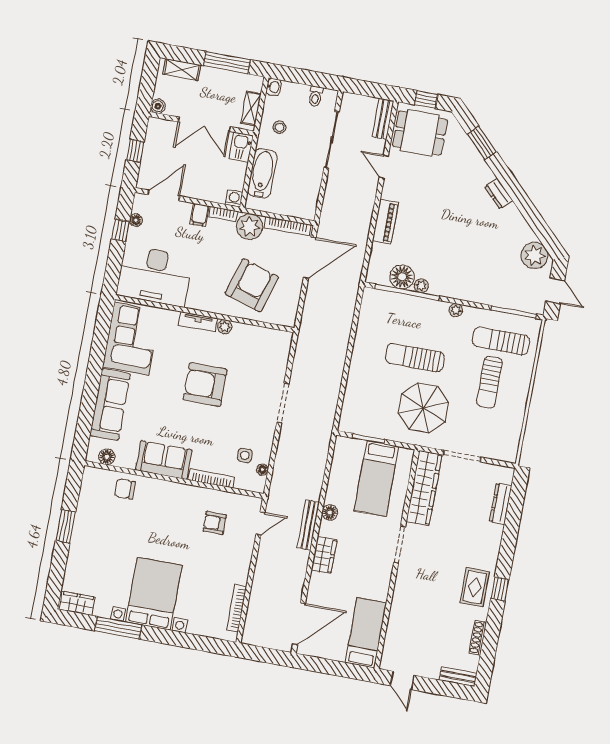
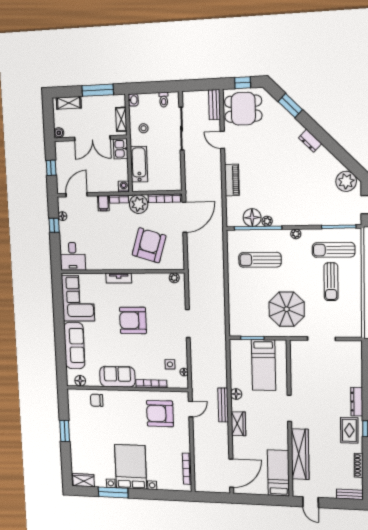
desk: (154, 276) -> (73, 256), width x0.53, depth x0.77
plant: (225, 327) -> (174, 278), moved
sun lounger: (415, 358) -> (260, 260), moved
wardrobe: (424, 488) -> (300, 454), moved
dresser: (501, 504) -> (357, 402), moved
armchair: (215, 523) -> (160, 414), width x1.88, depth x1.88

